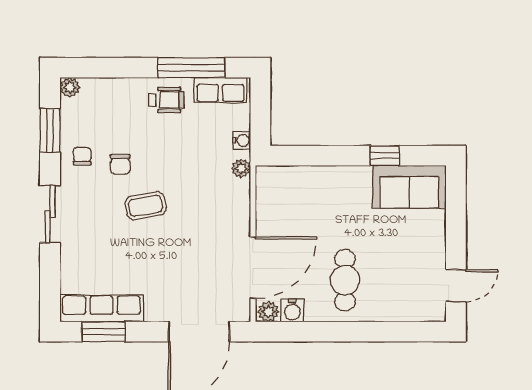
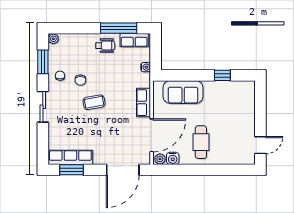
plant: (241, 168) -> (145, 82), removed
sofa: (409, 187) -> (183, 92), moved
row of seats: (238, 206) -> (143, 103), added

